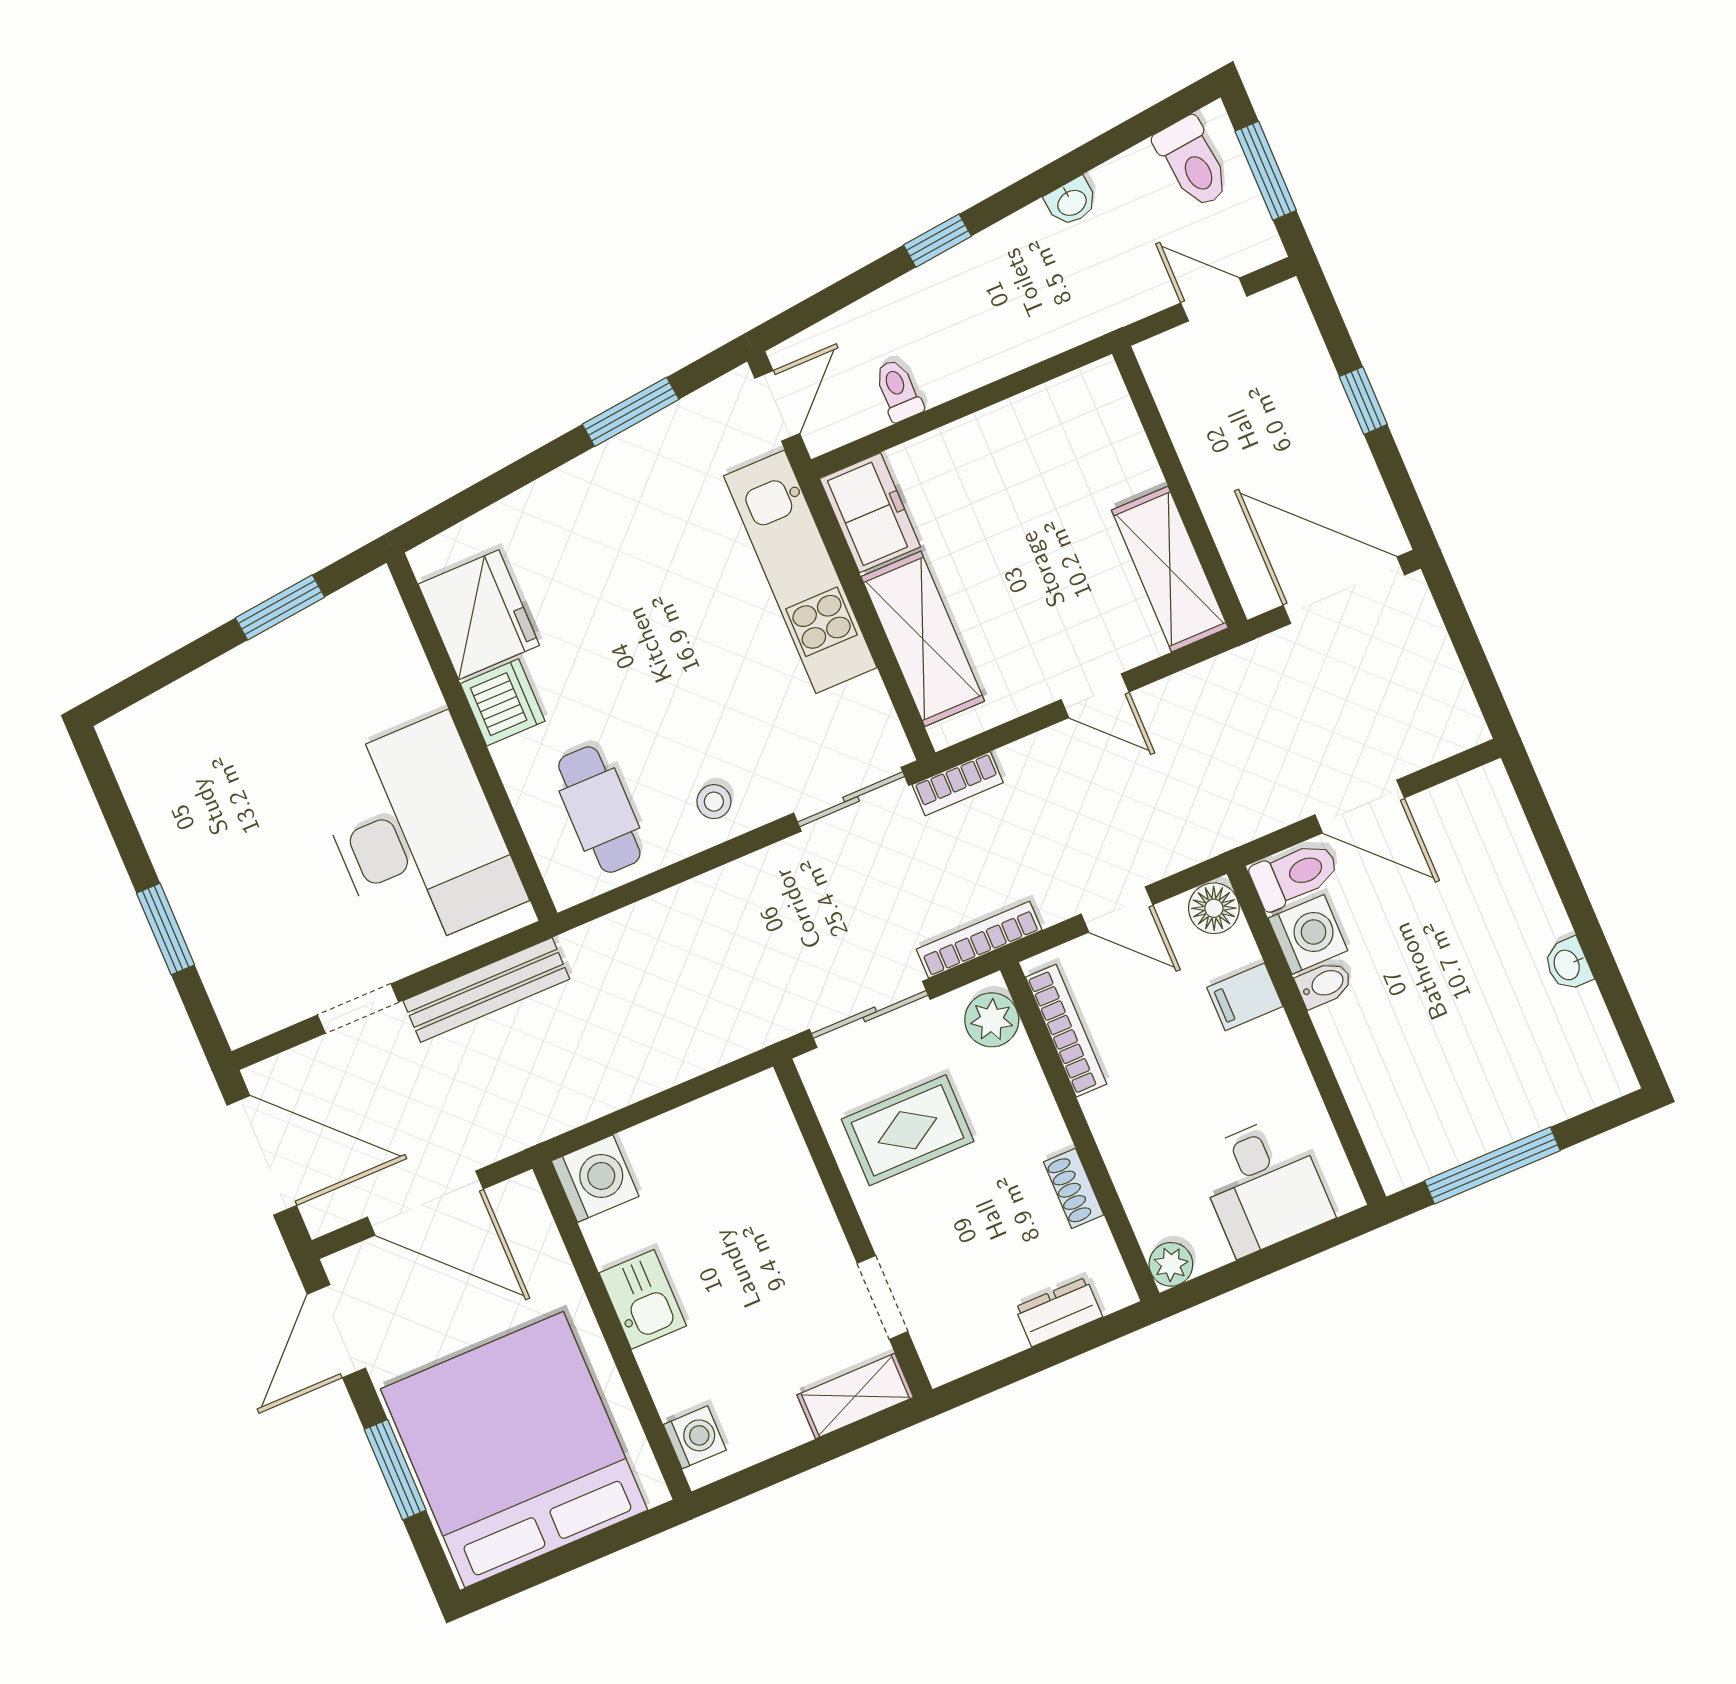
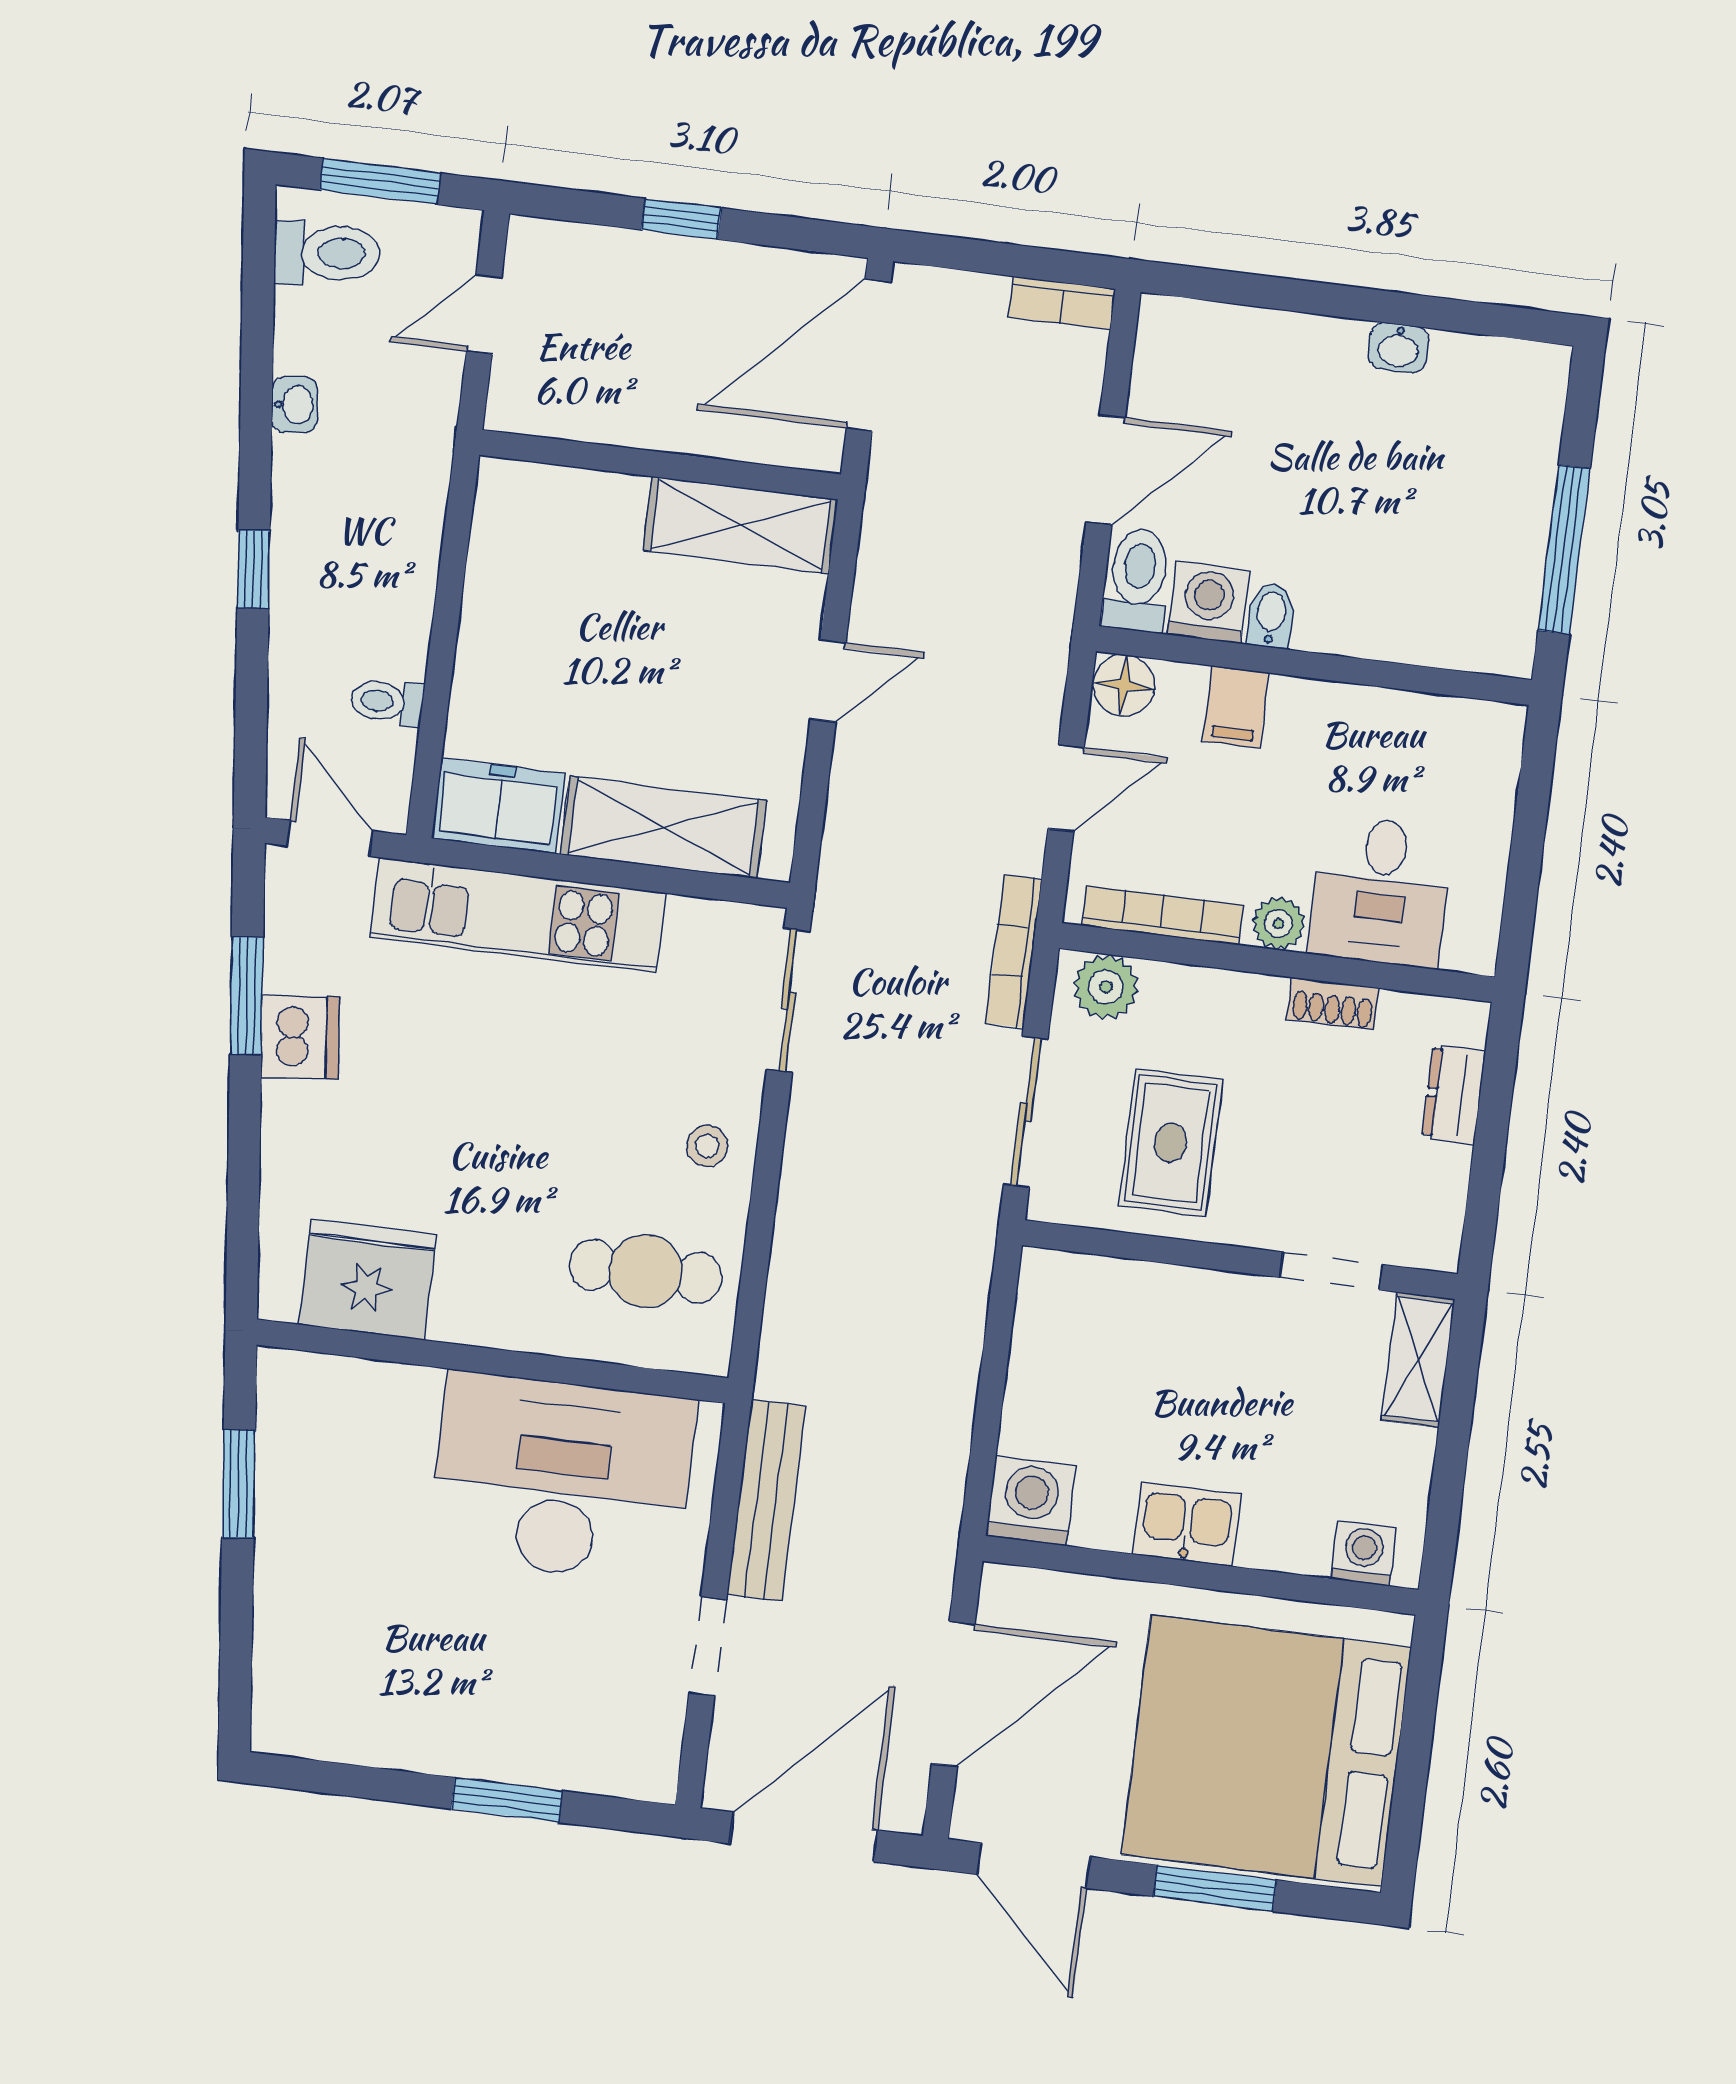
dishwasher: (503, 702) -> (300, 1037), moved, turned 84
bookcase: (958, 784) -> (1062, 303), moved, turned 90
desk: (1264, 1185) -> (1381, 891), moved, turned 90
plant: (1171, 1264) -> (1279, 923), moved

